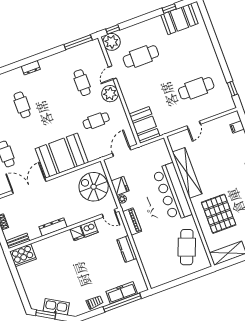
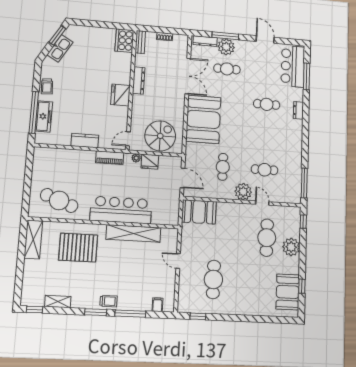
plant: (112, 42) -> (291, 247), moved
dresser: (31, 68) -> (298, 110), moved
dishwasher: (89, 229) -> (121, 114), removed
fridge: (77, 233) -> (120, 95), width x1.88, depth x1.34

